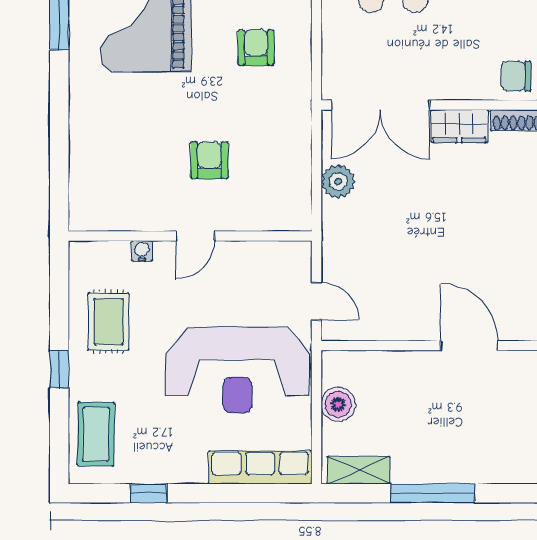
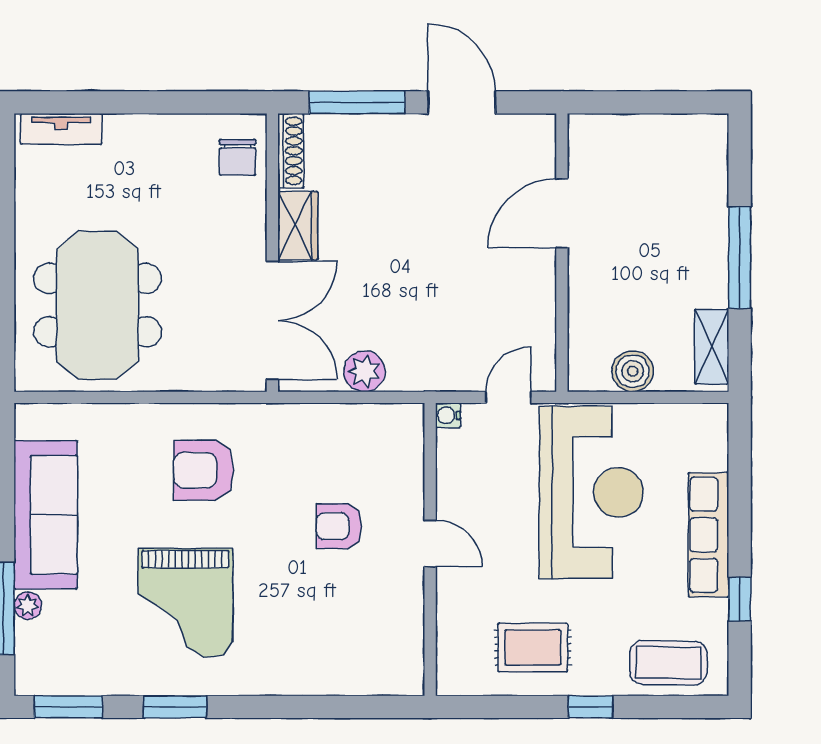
armchair: (256, 48) -> (203, 470), width x1.38, depth x1.38
water cooler: (142, 251) -> (448, 415), moved
row of seats: (260, 467) -> (708, 535), moved

